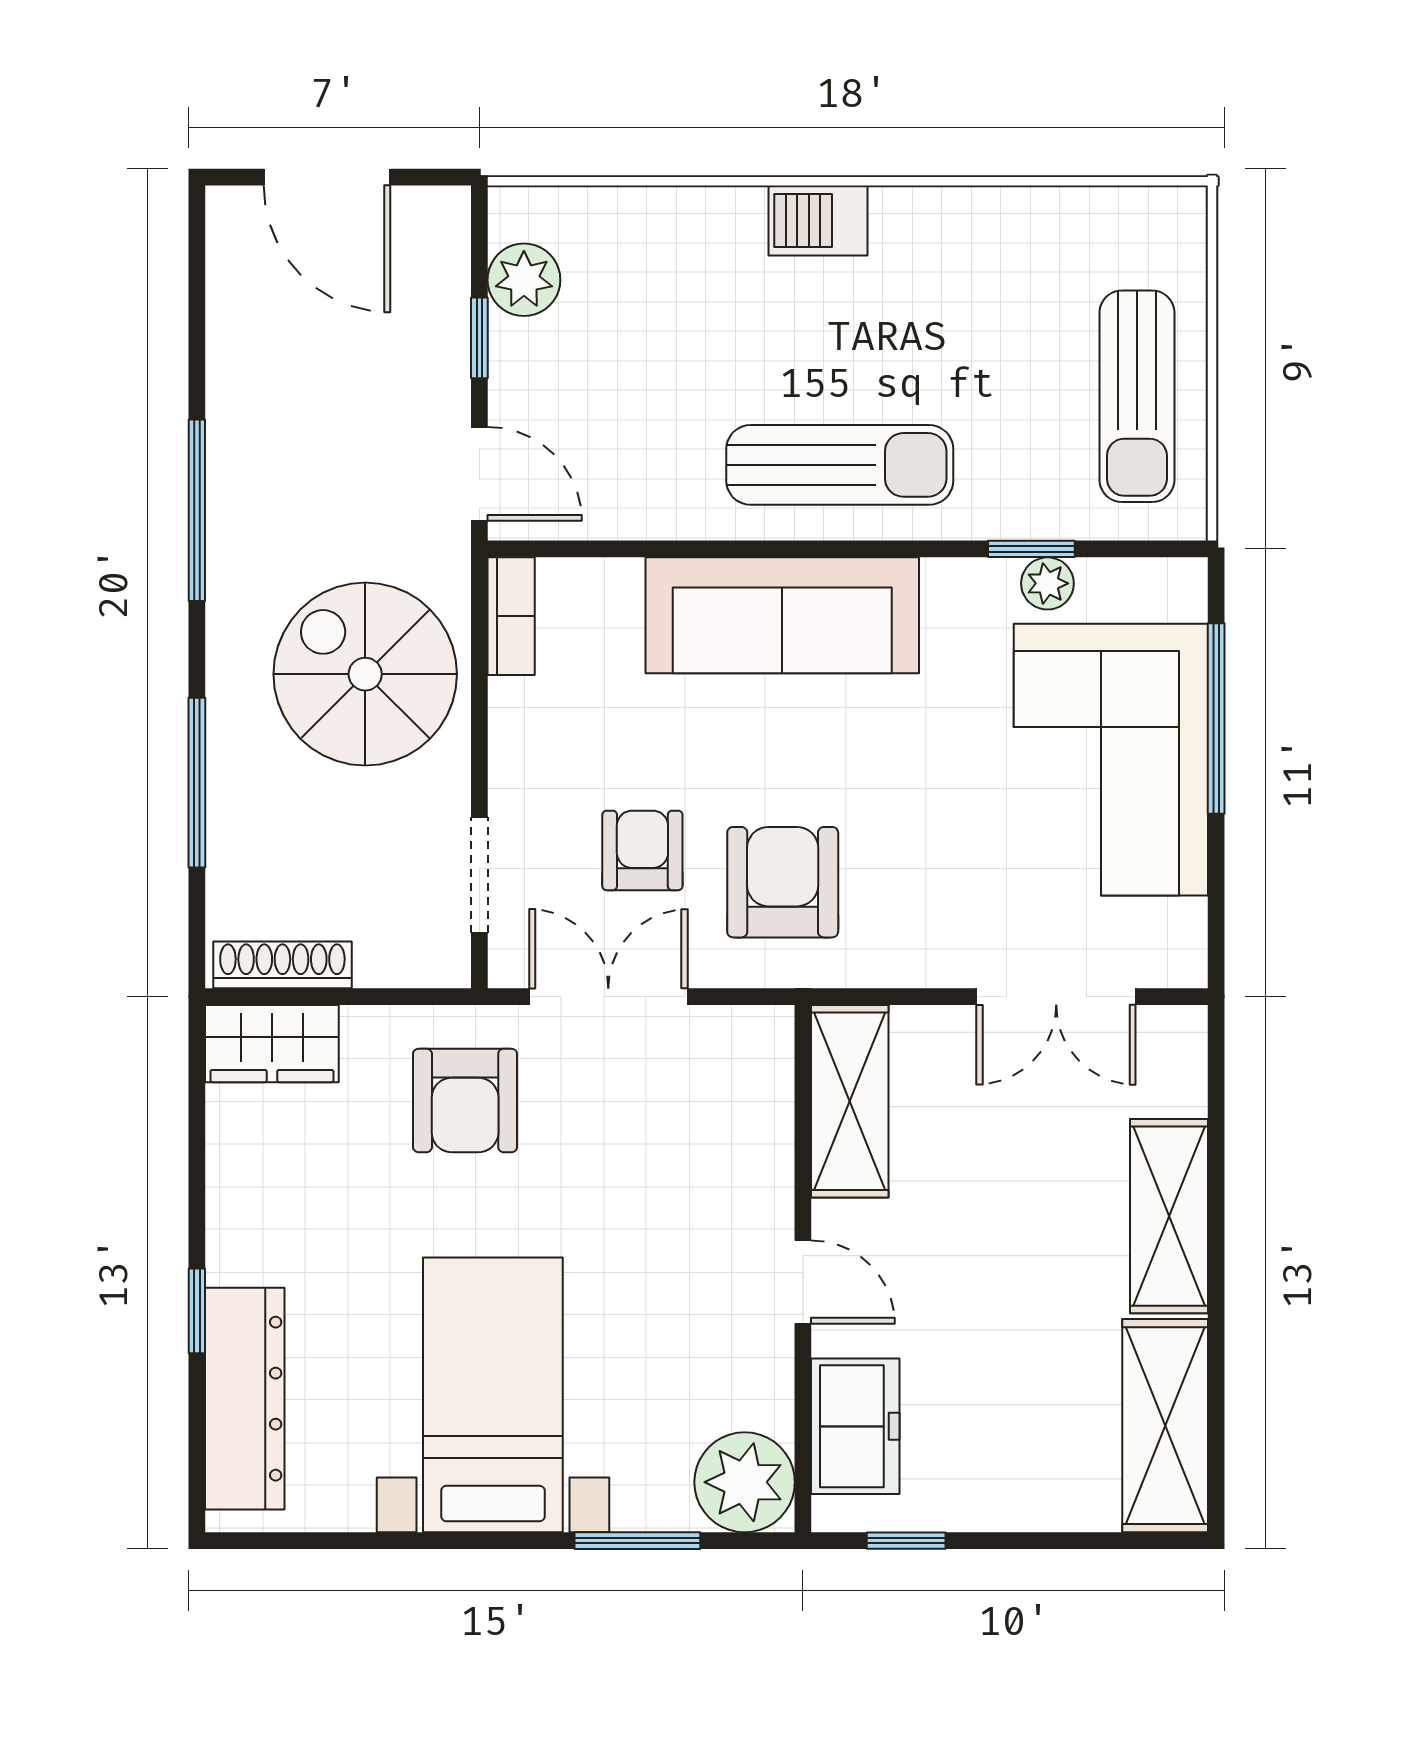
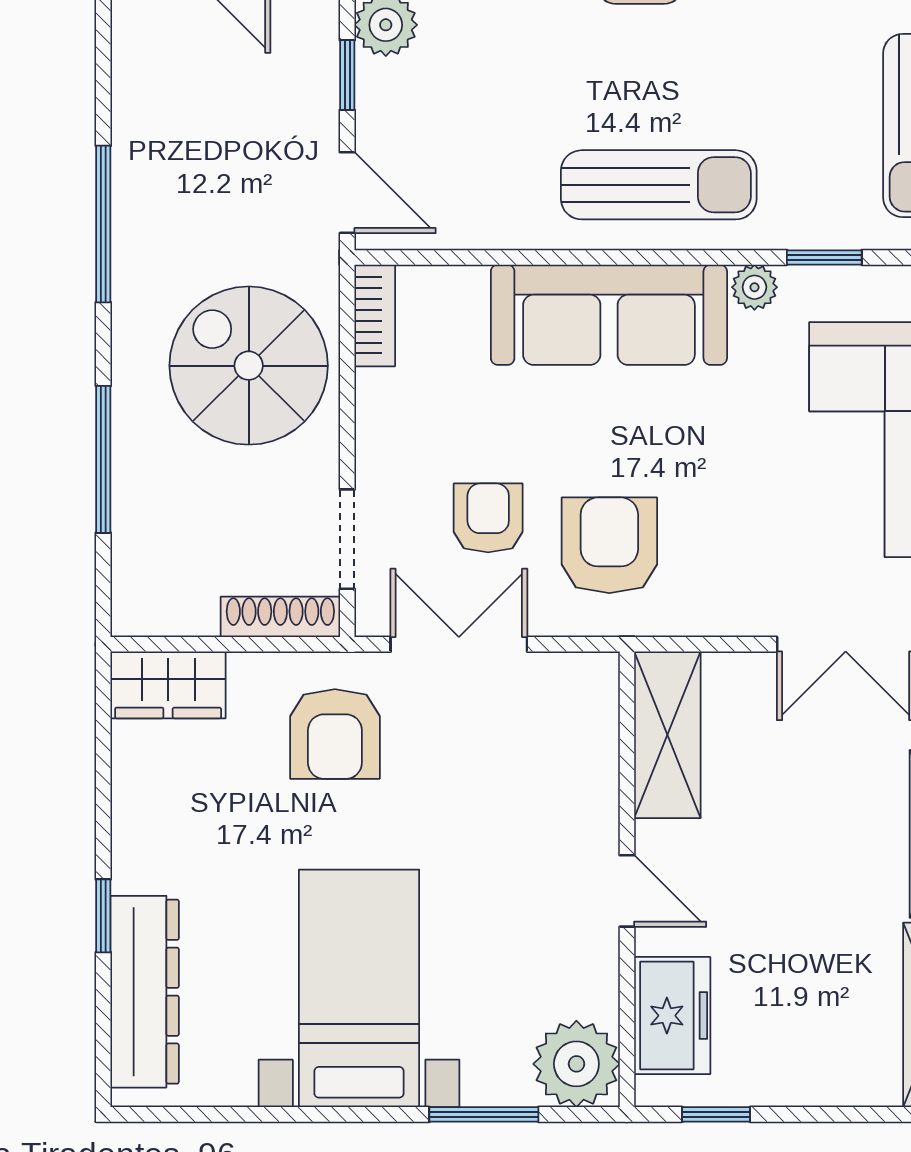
plant: (1047, 583) -> (754, 287), moved
shoe rack: (282, 965) -> (280, 617), moved

